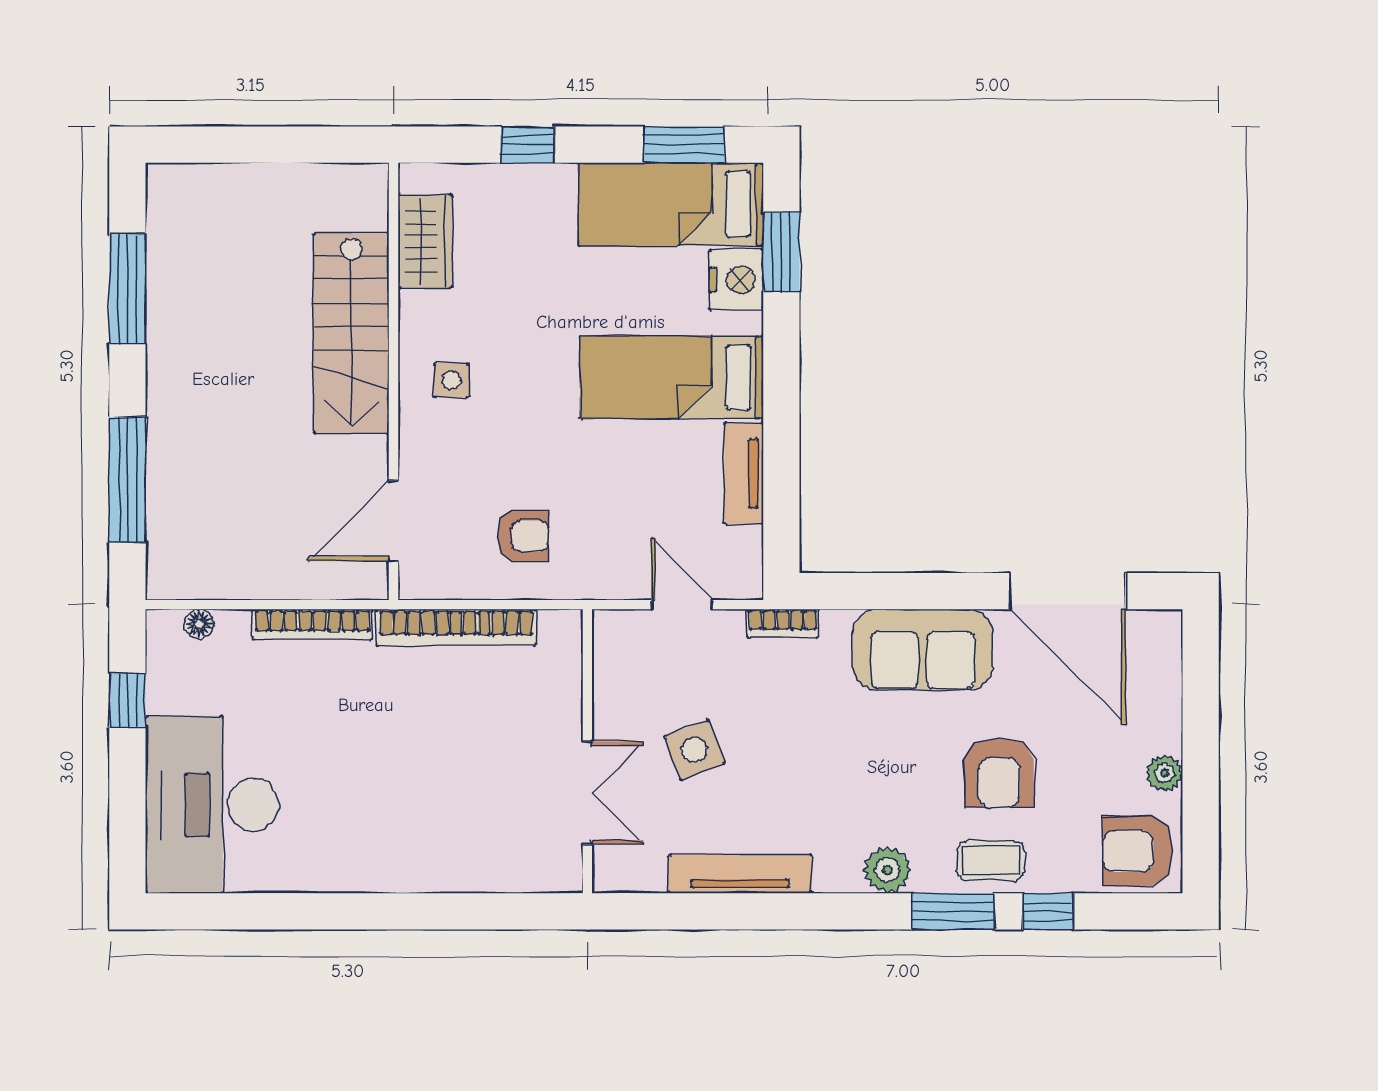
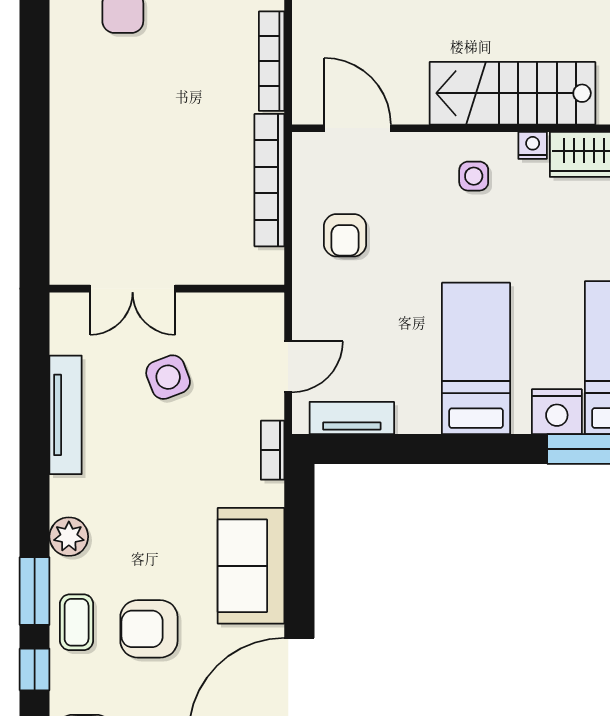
nightstand: (414, 309) -> (533, 145), added
tv unit: (744, 473) -> (352, 418), moved

